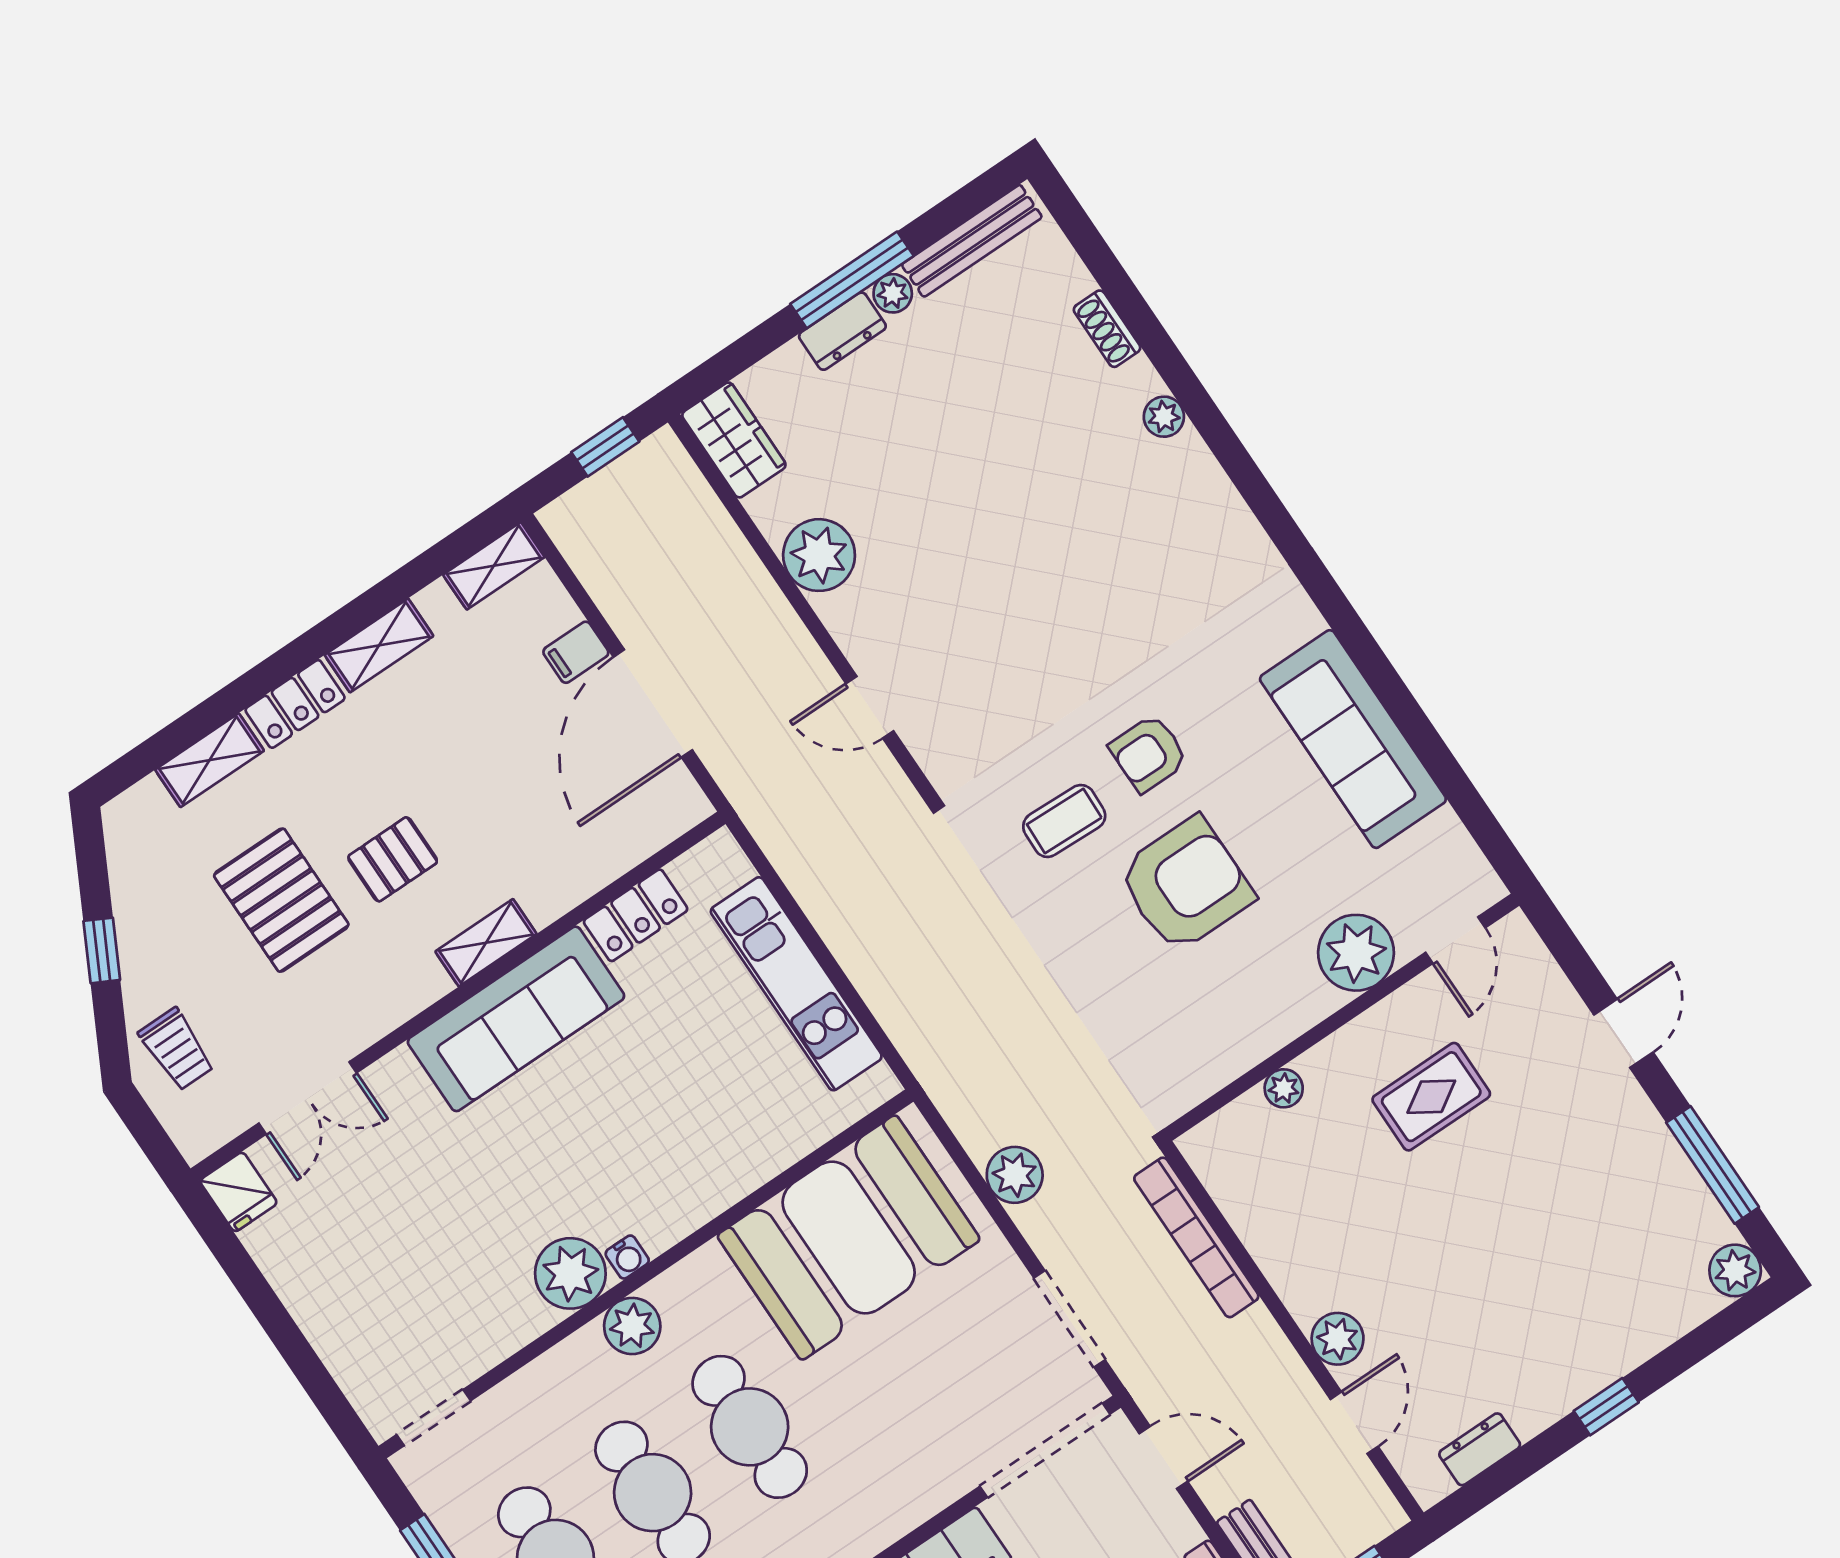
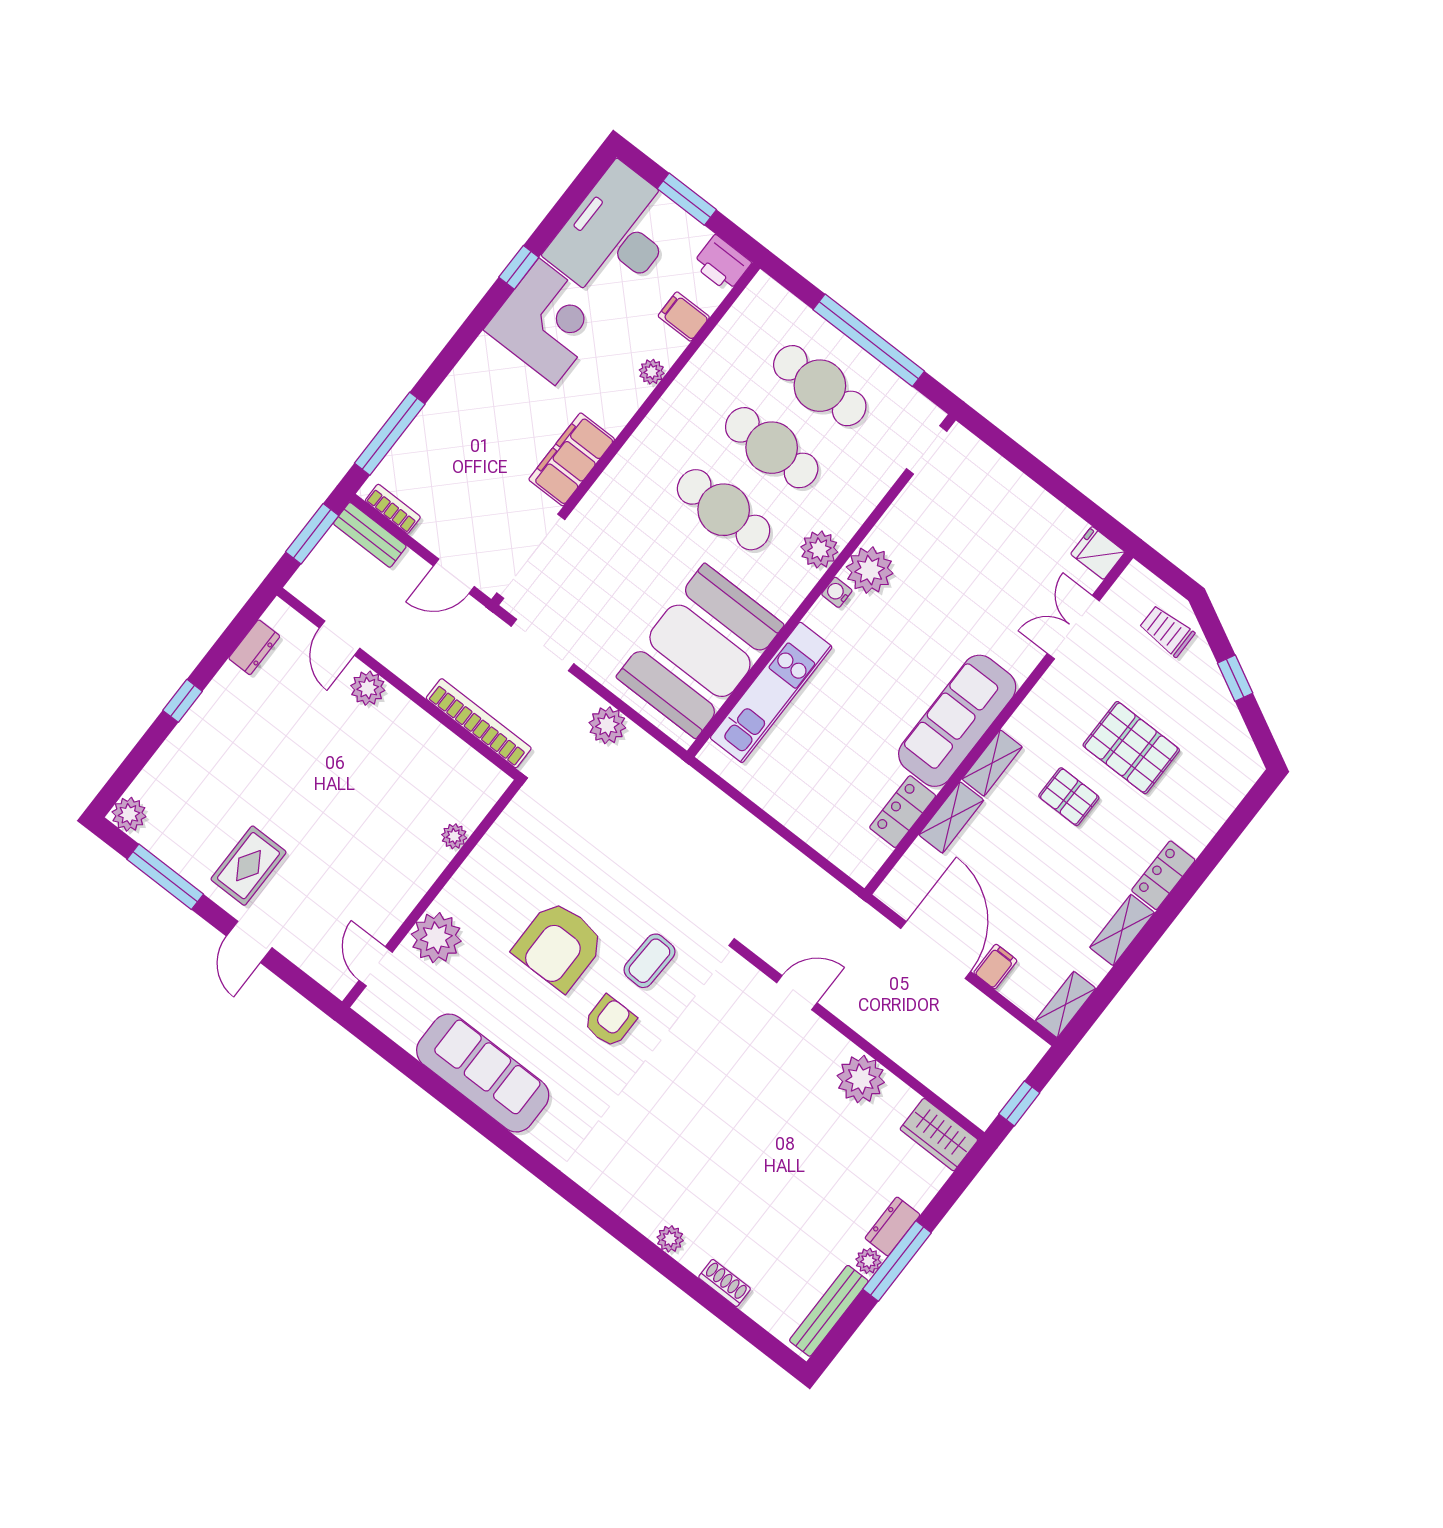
shelving: (210, 760) -> (951, 817), moved
pallet: (393, 859) -> (1069, 797), turned 90
kitchen unit: (796, 984) -> (771, 692), moved, turned 90
rug: (1431, 1097) -> (248, 866), moved

